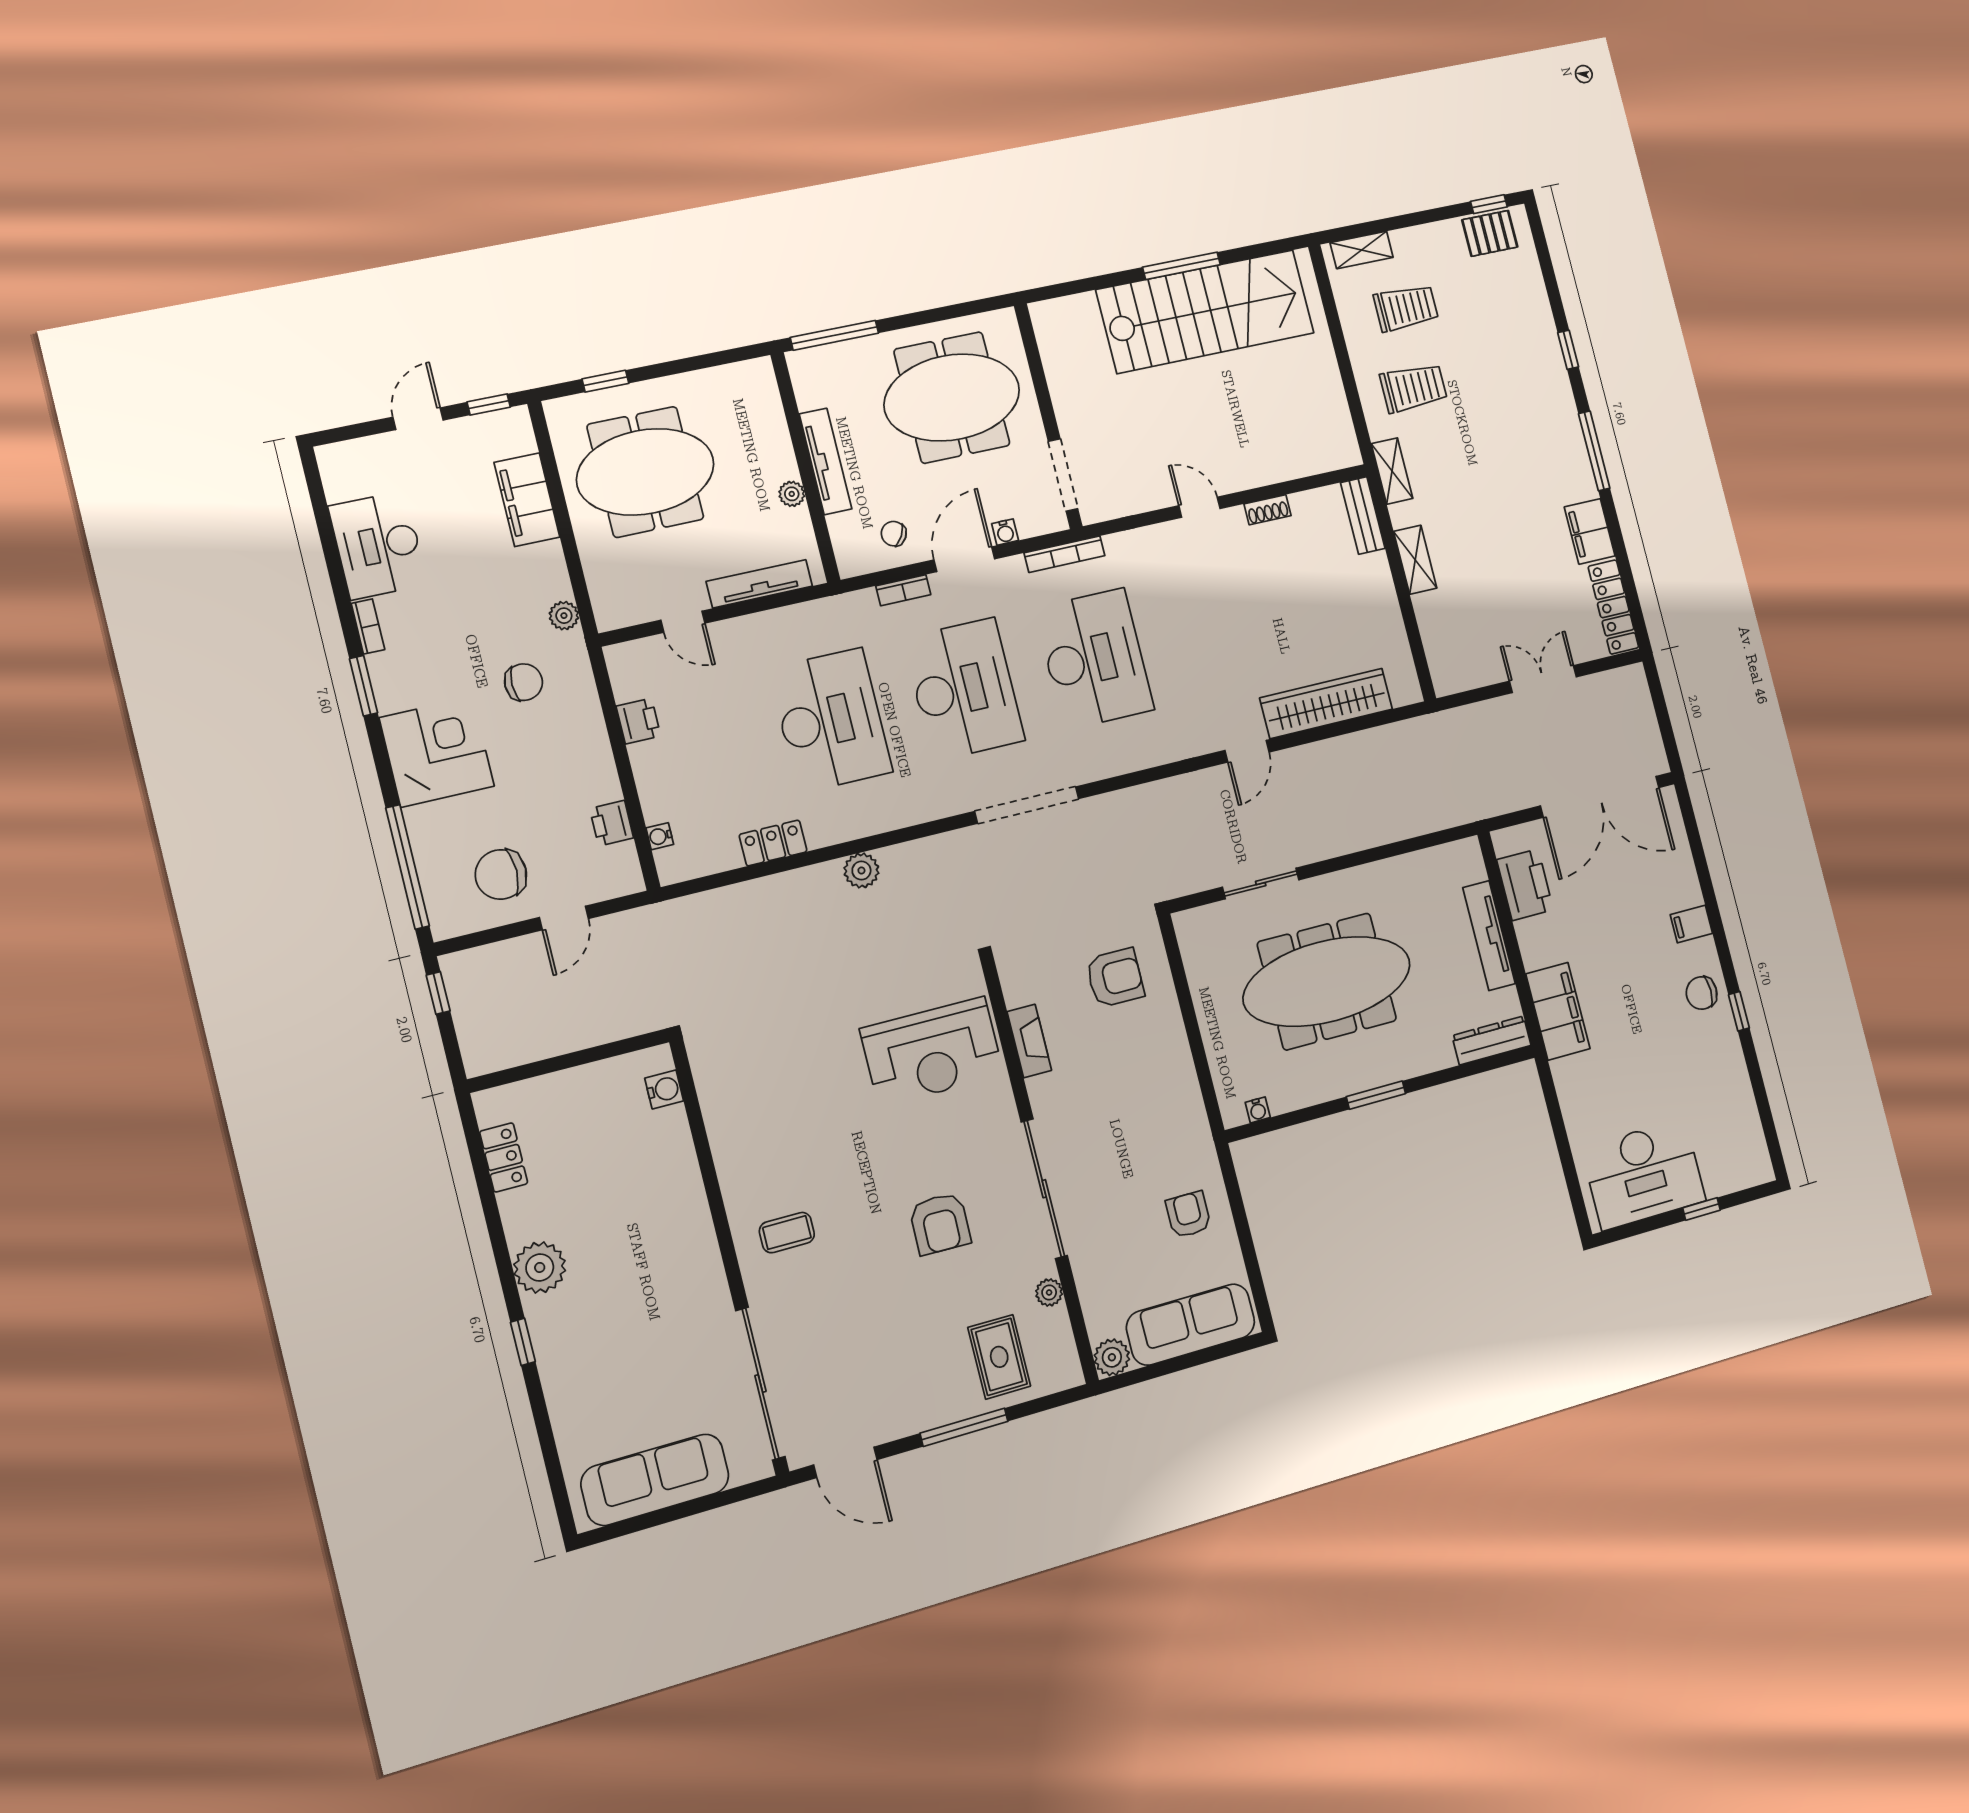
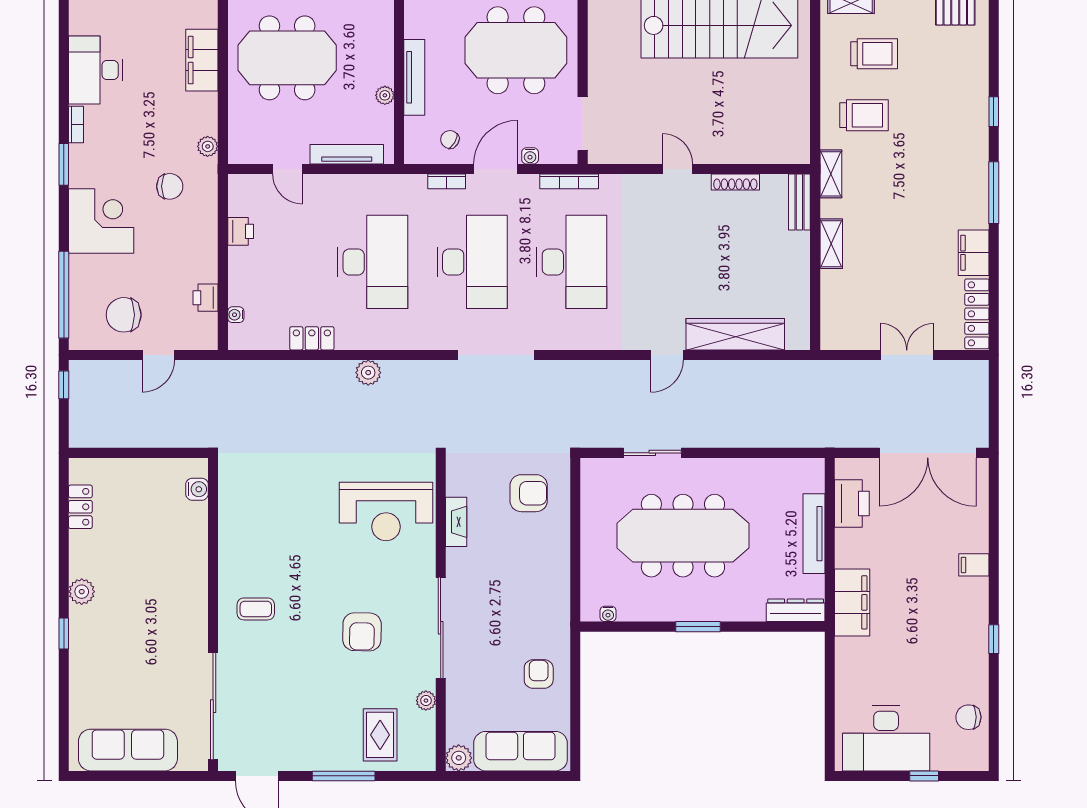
shoe rack: (1268, 510) -> (735, 182), width x1.43
chair: (1702, 993) -> (968, 717), moved
plant: (540, 1267) -> (82, 592), width x0.73, depth x0.73

